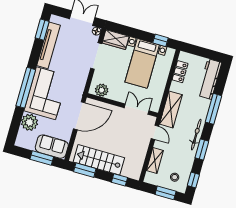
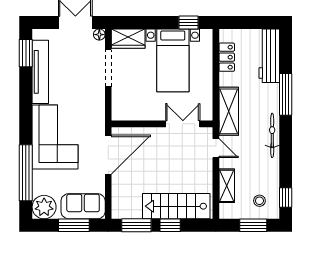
window: (26, 88) -> (26, 173), moved
plant: (102, 90) -> (129, 112), removed
plant: (29, 122) -> (44, 207), moved
window: (202, 150) -> (286, 153), removed
stairs: (99, 160) -> (176, 206), moved
window: (120, 180) -> (170, 225), moved

